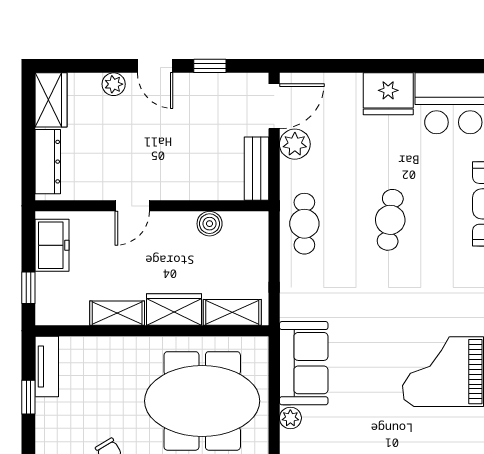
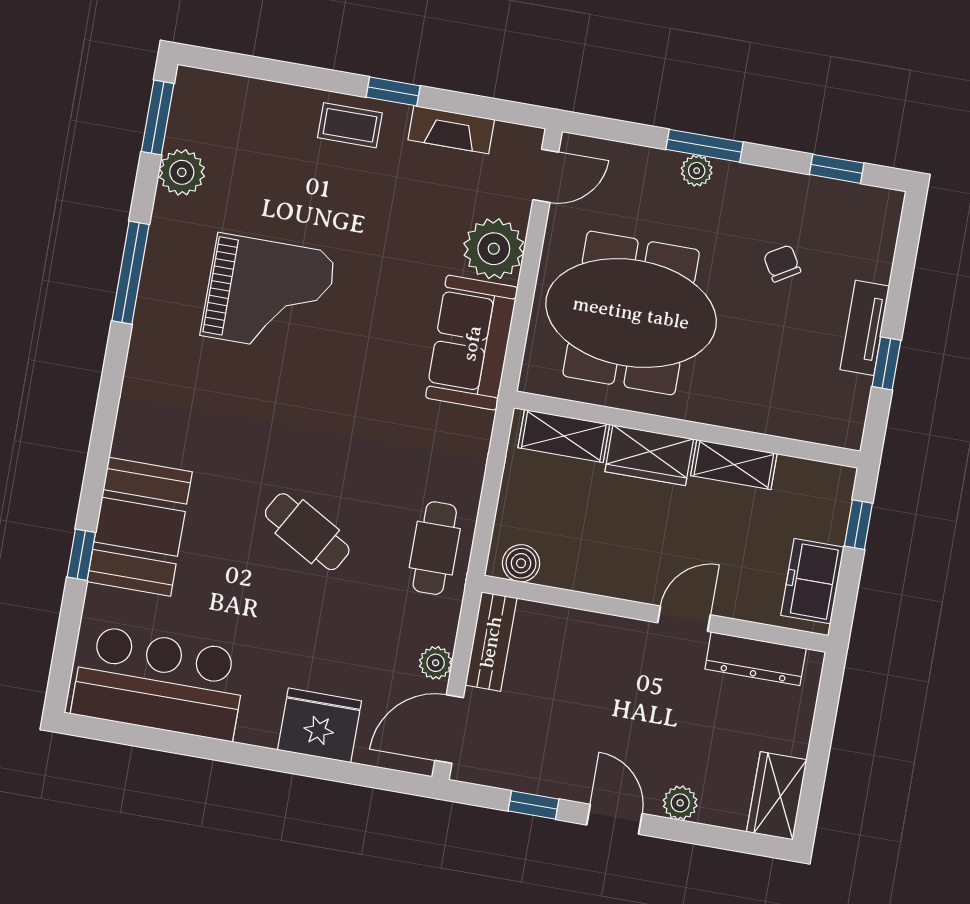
fridge: (388, 94) -> (319, 725), moved
plant: (295, 144) -> (436, 663), width x0.73, depth x0.73
dresser: (48, 162) -> (756, 659), moved, turned -90
cafe table: (390, 220) -> (307, 532), turned -67
boiler: (210, 224) -> (521, 563), moved
tv unit: (47, 366) -> (865, 328), moved
plant: (290, 418) -> (494, 249), width x1.88, depth x1.88

